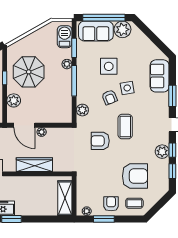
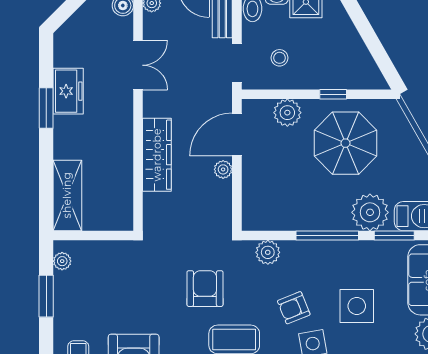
plant: (67, 64) -> (370, 212), width x1.88, depth x1.88
shelving: (65, 198) -> (67, 195), moved, turned 90
armchair: (111, 204) -> (77, 311), removed

